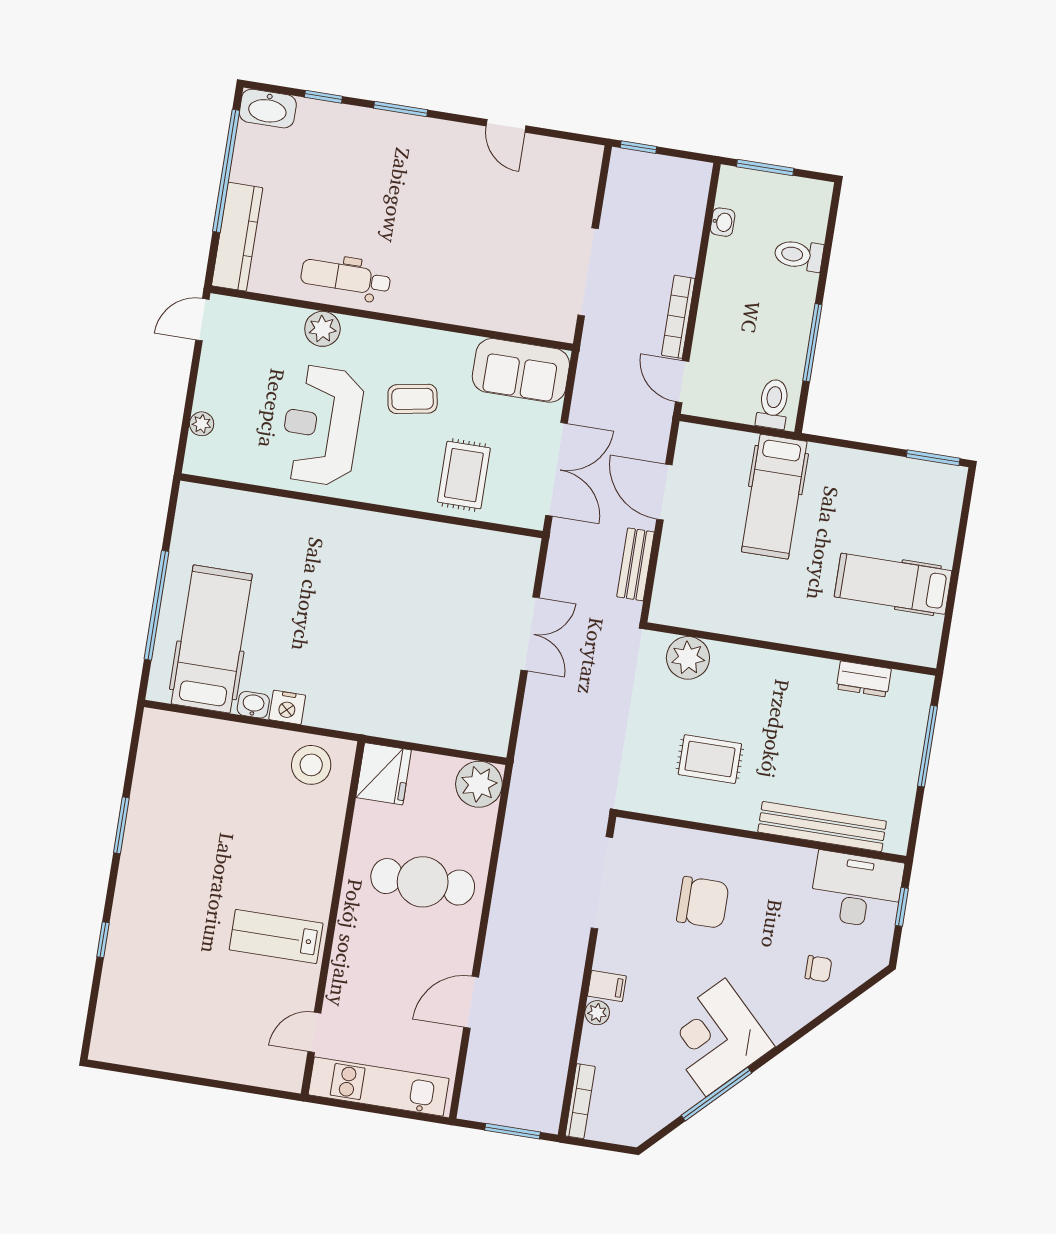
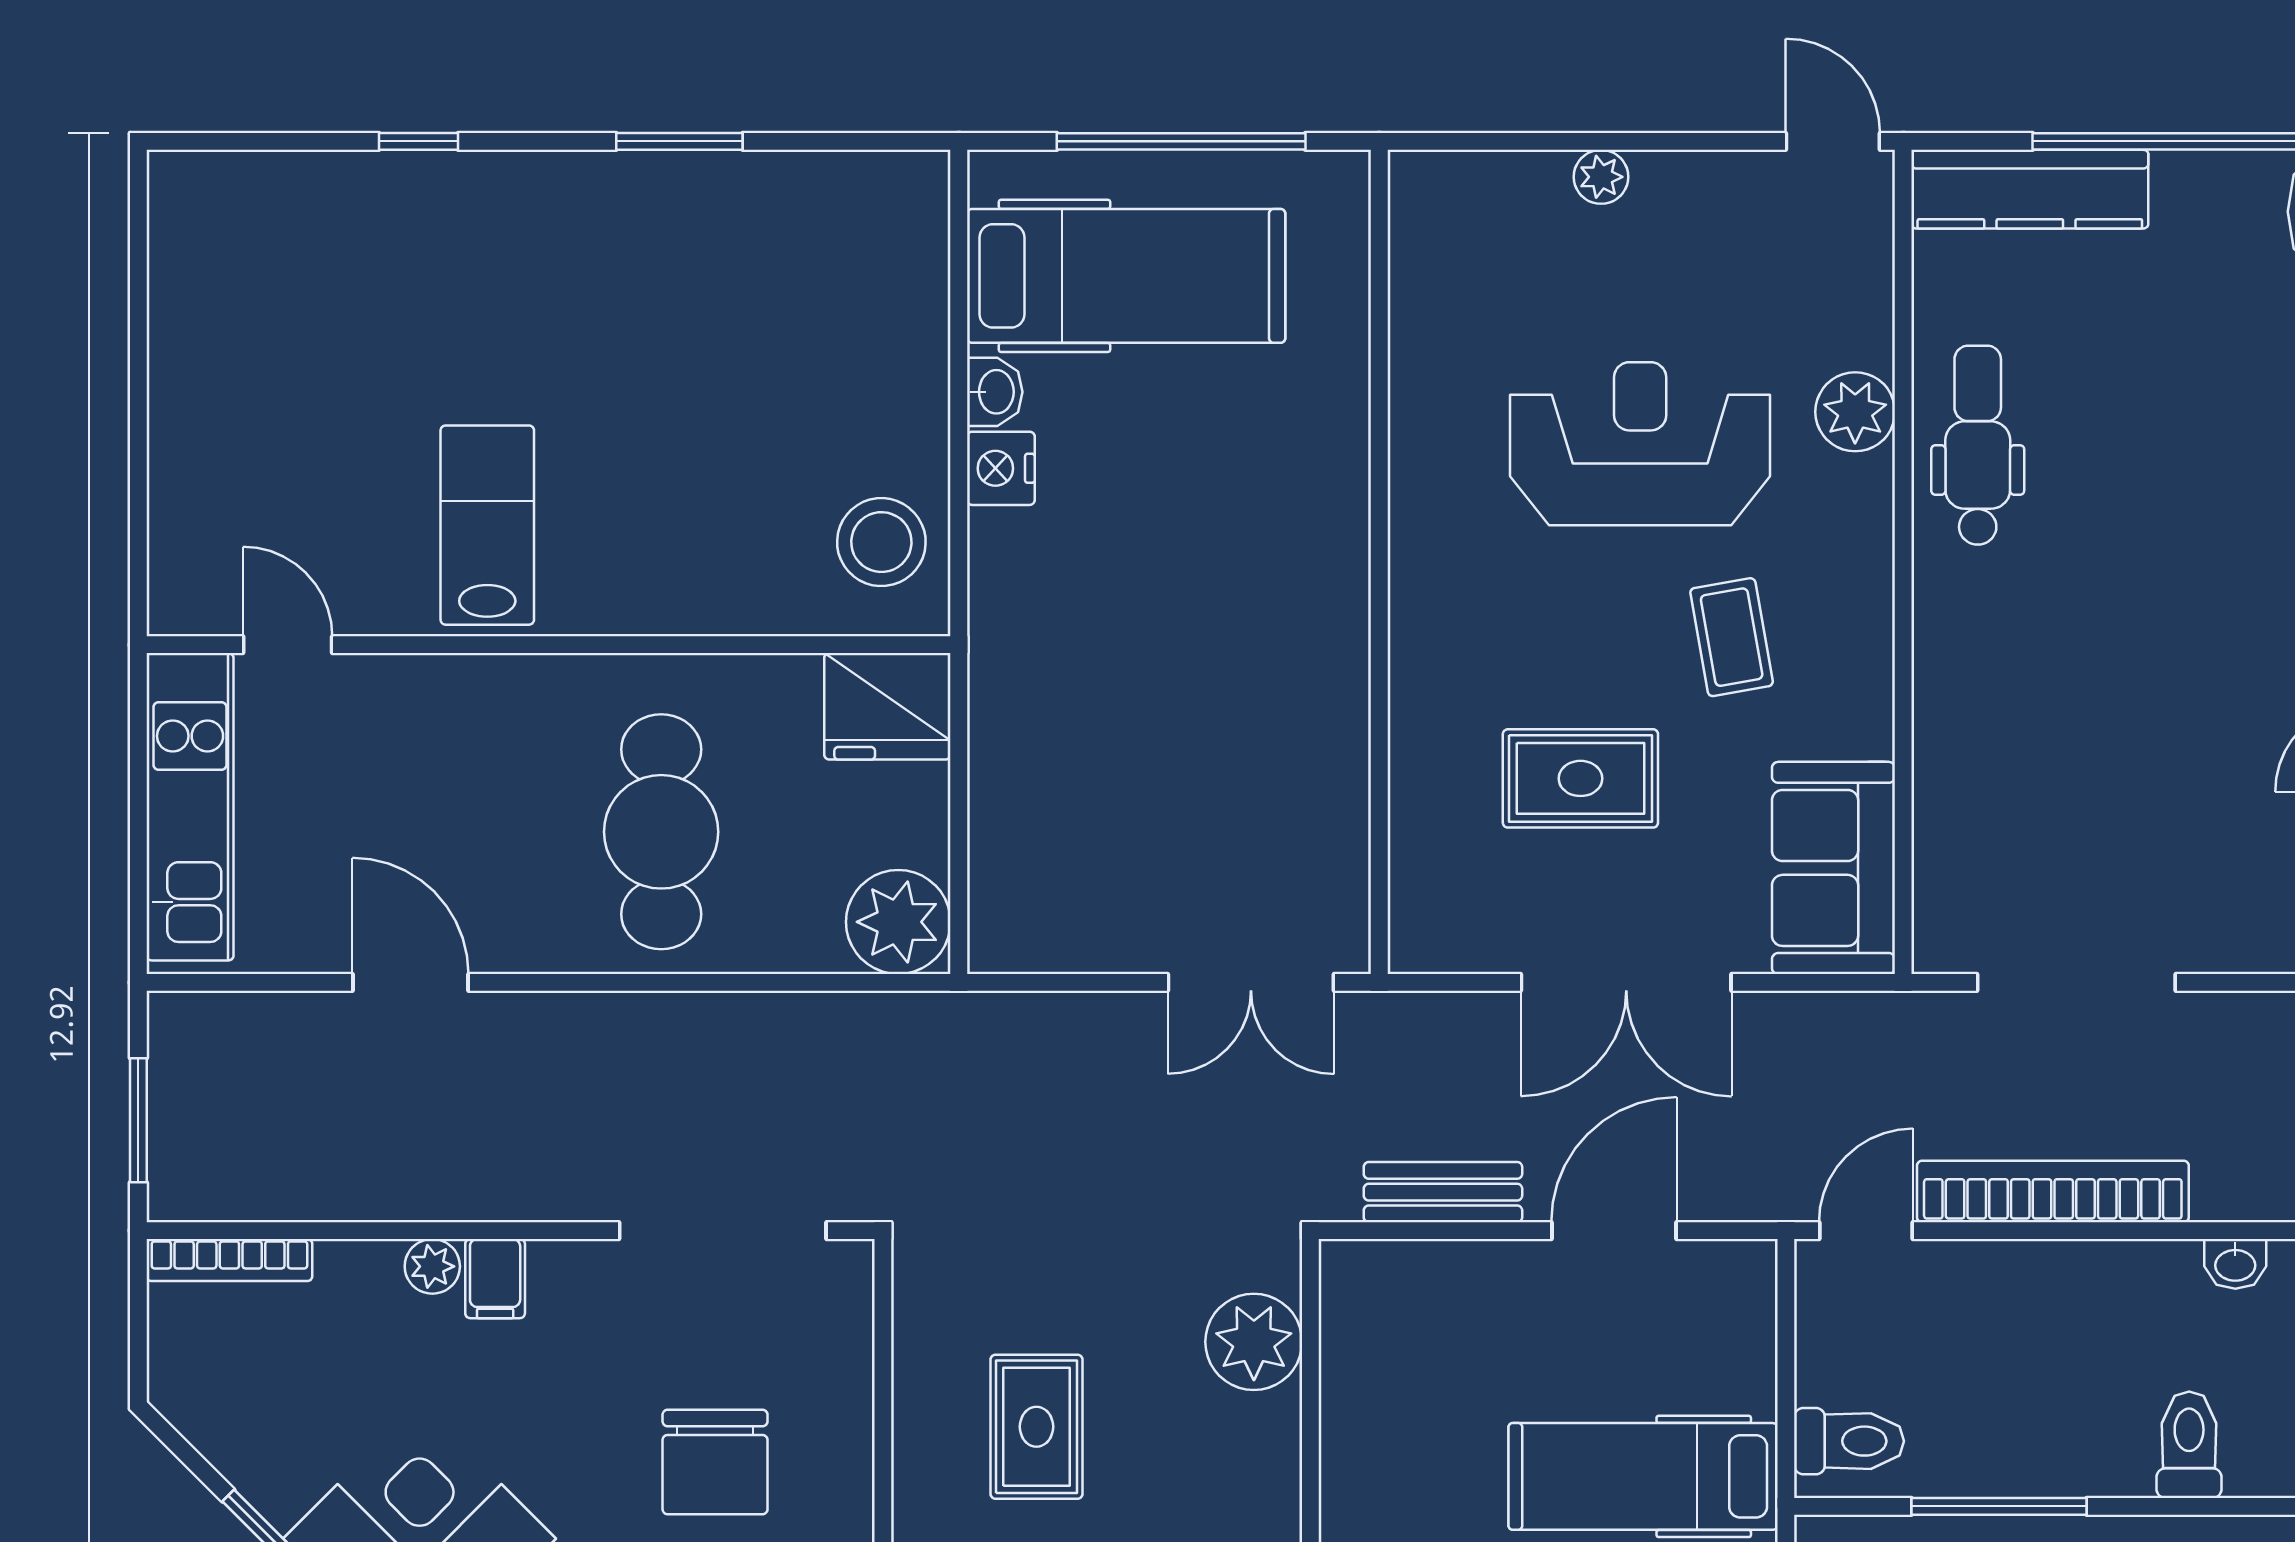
bookcase: (678, 317) -> (2053, 1192), width x1.48, depth x1.31
wall: (362, 506) -> (1379, 562), moved

